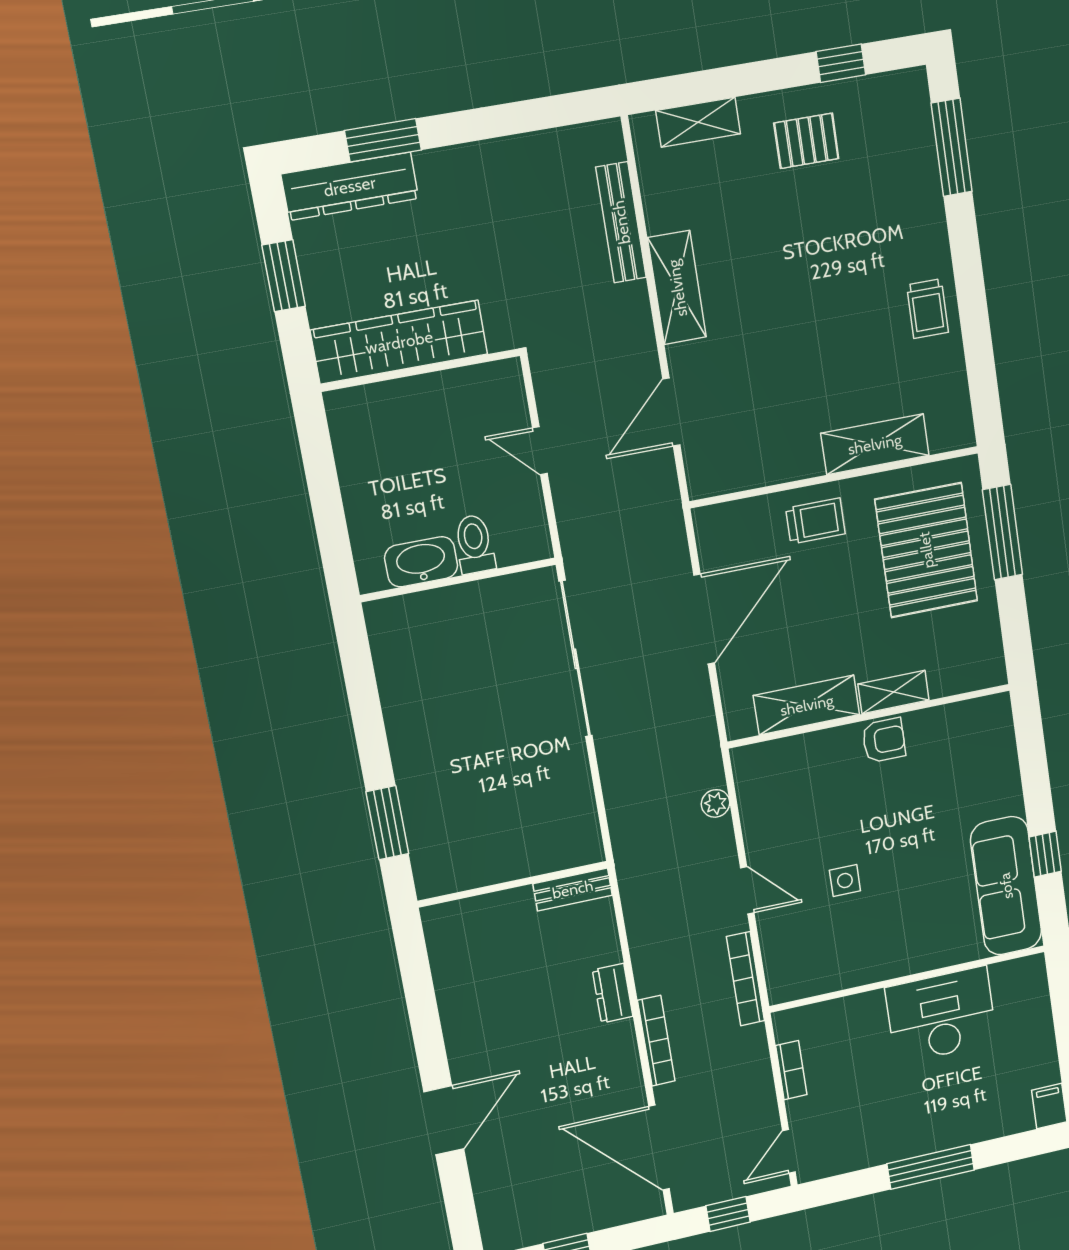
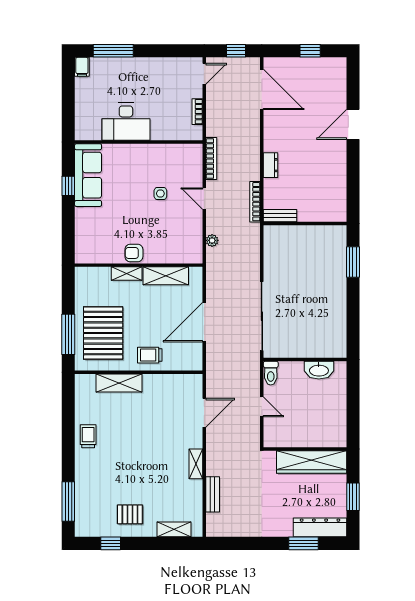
bench: (621, 222) -> (213, 494), width x0.73
shelving: (677, 288) -> (196, 464), width x0.67, depth x0.75
toilet: (474, 544) -> (271, 373), moved
bookcase: (656, 1041) -> (255, 202), moved
window: (931, 1167) -> (113, 51), moved

